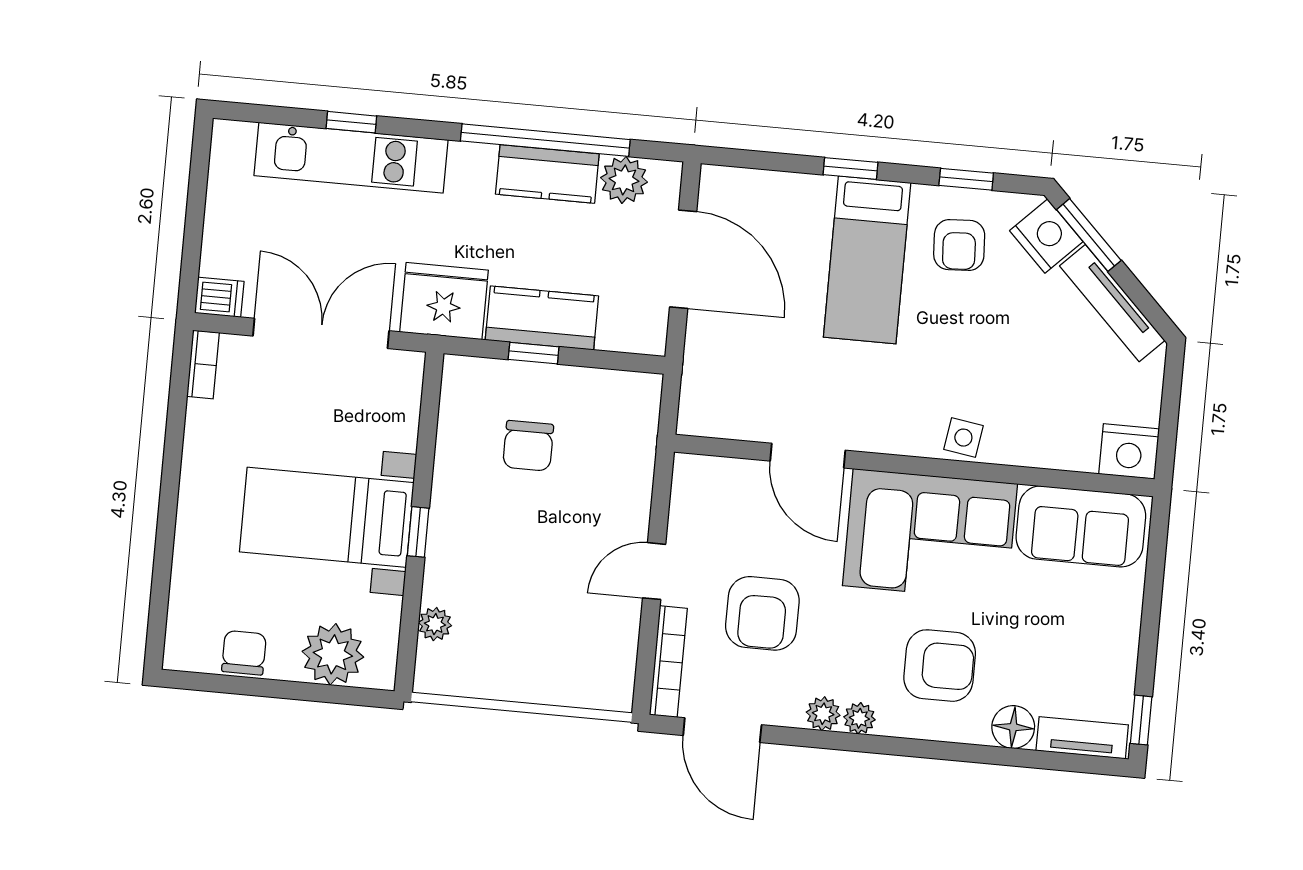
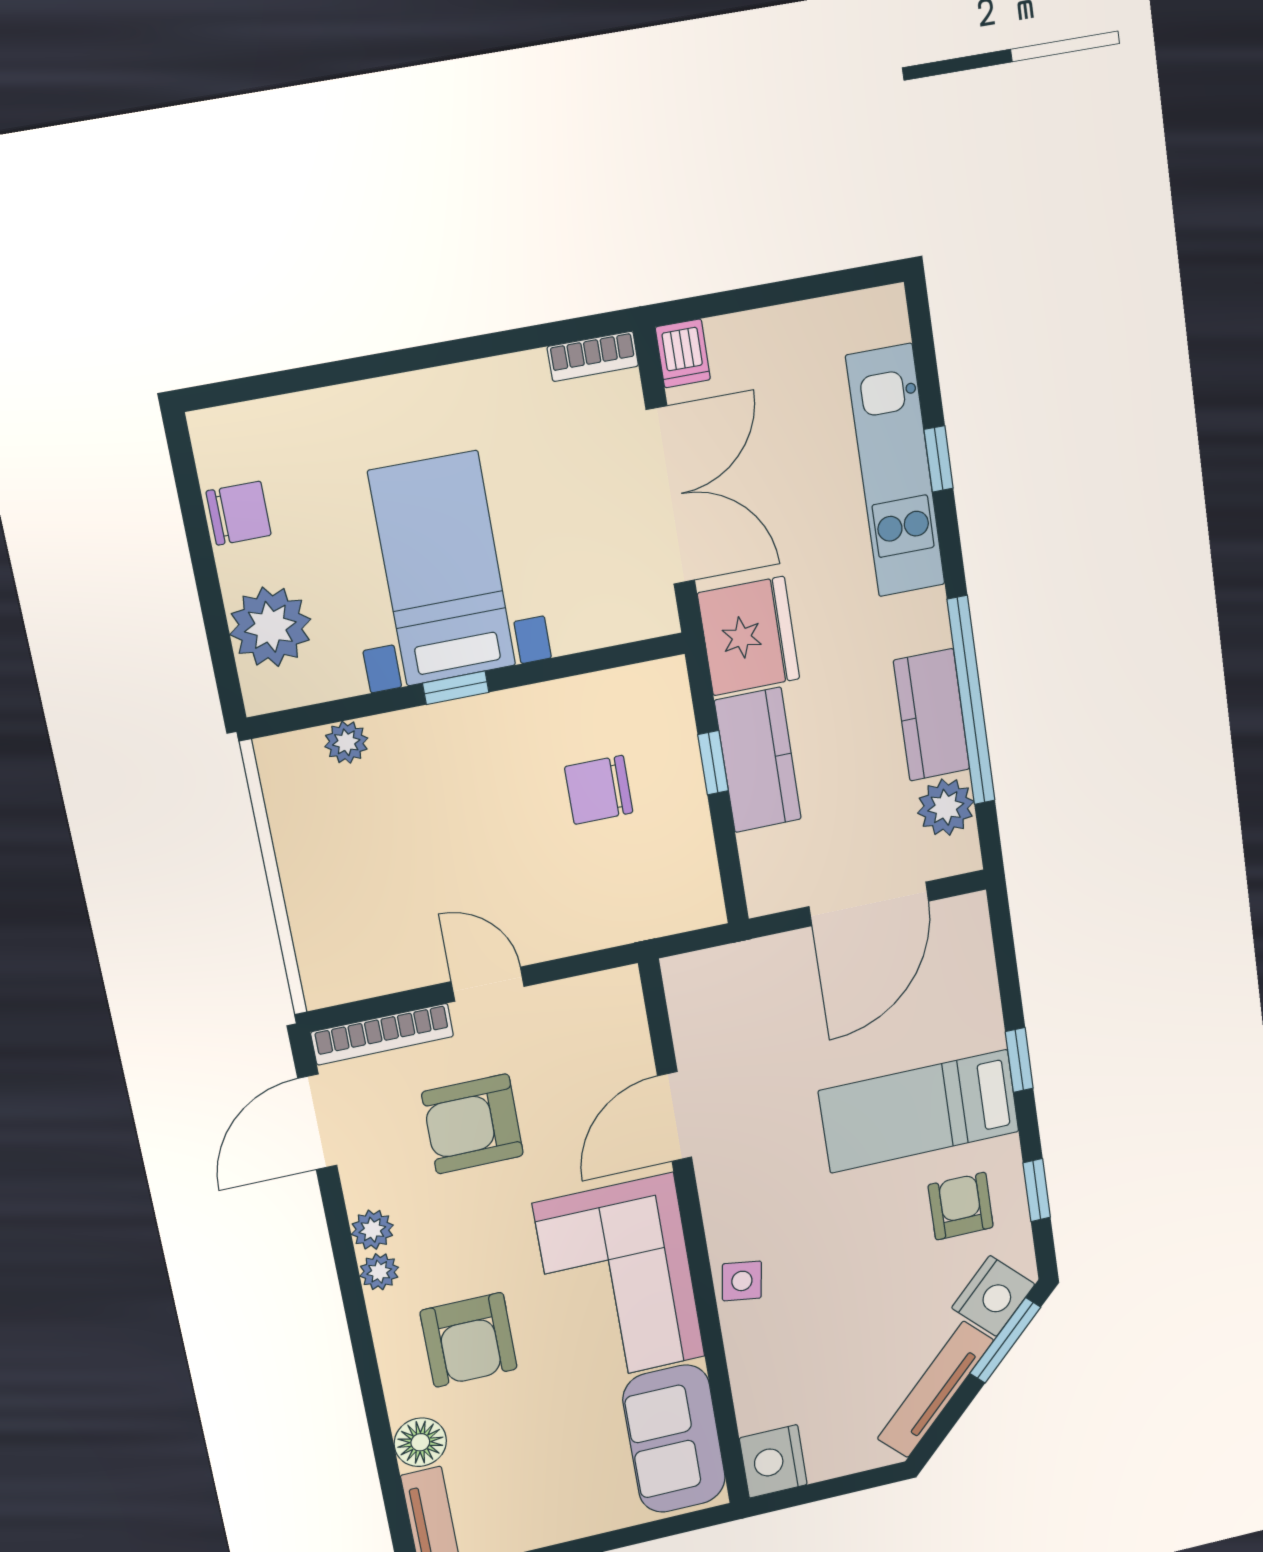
armchair: (959, 245) -> (961, 1206), turned 93

